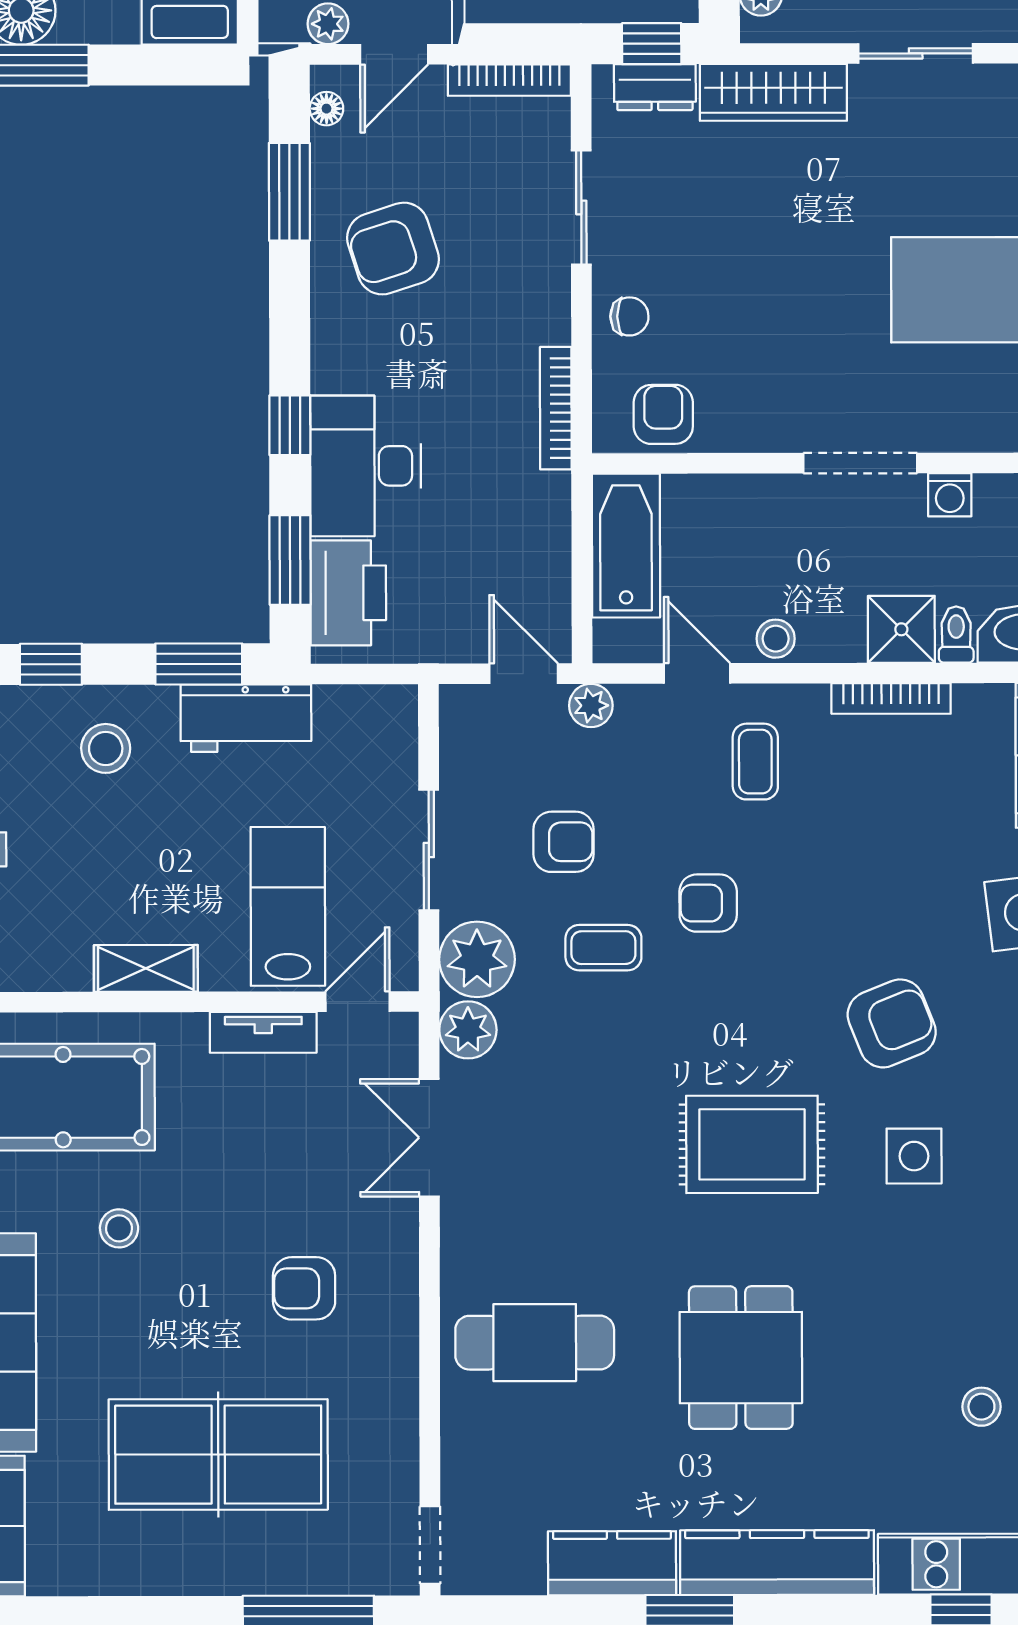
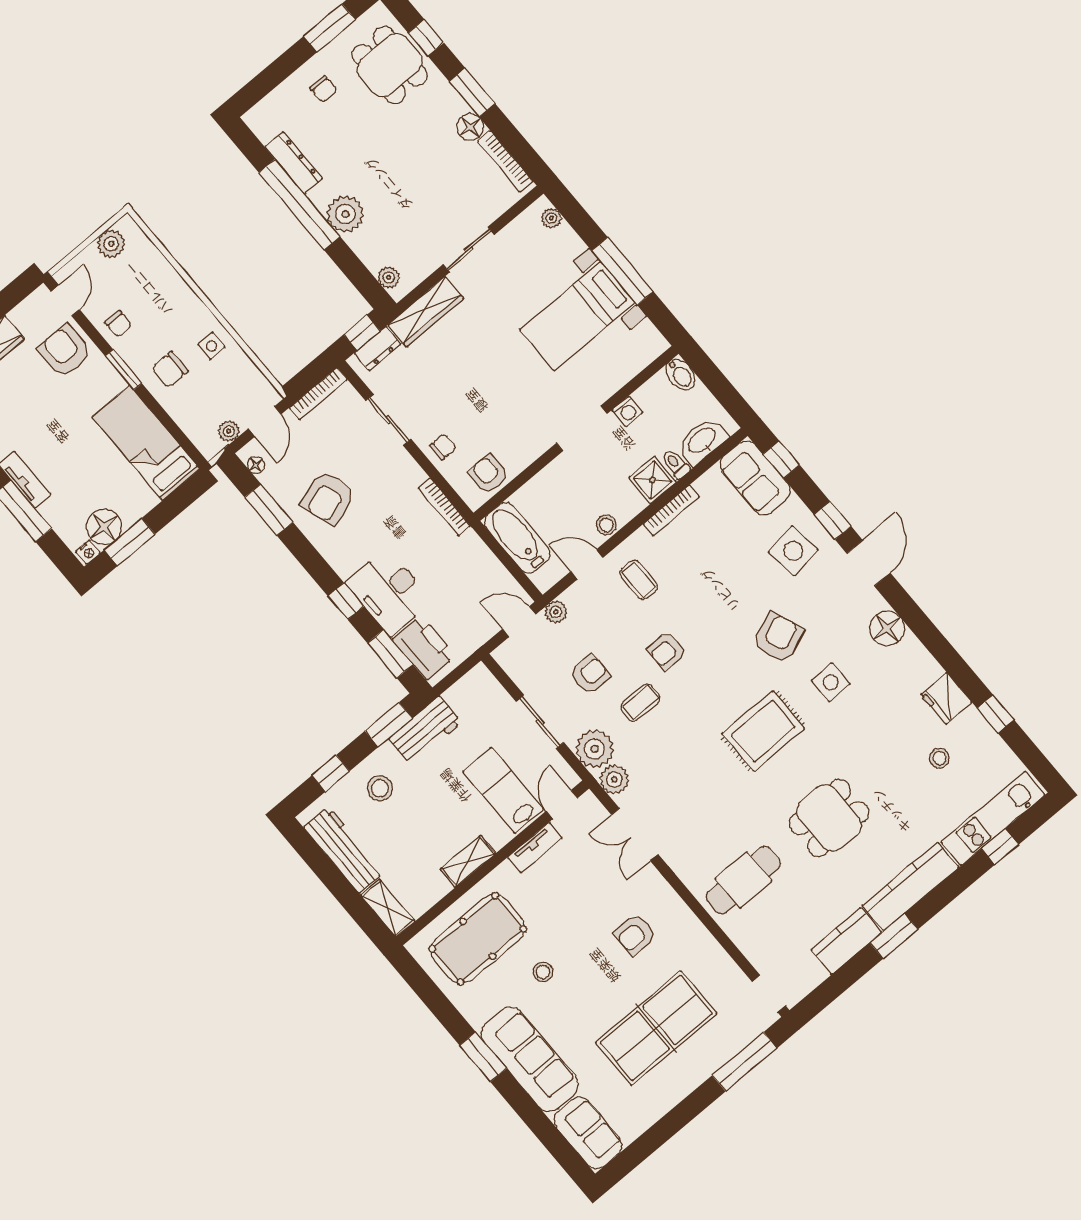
dining table: (741, 1358) -> (829, 818), turned 90

